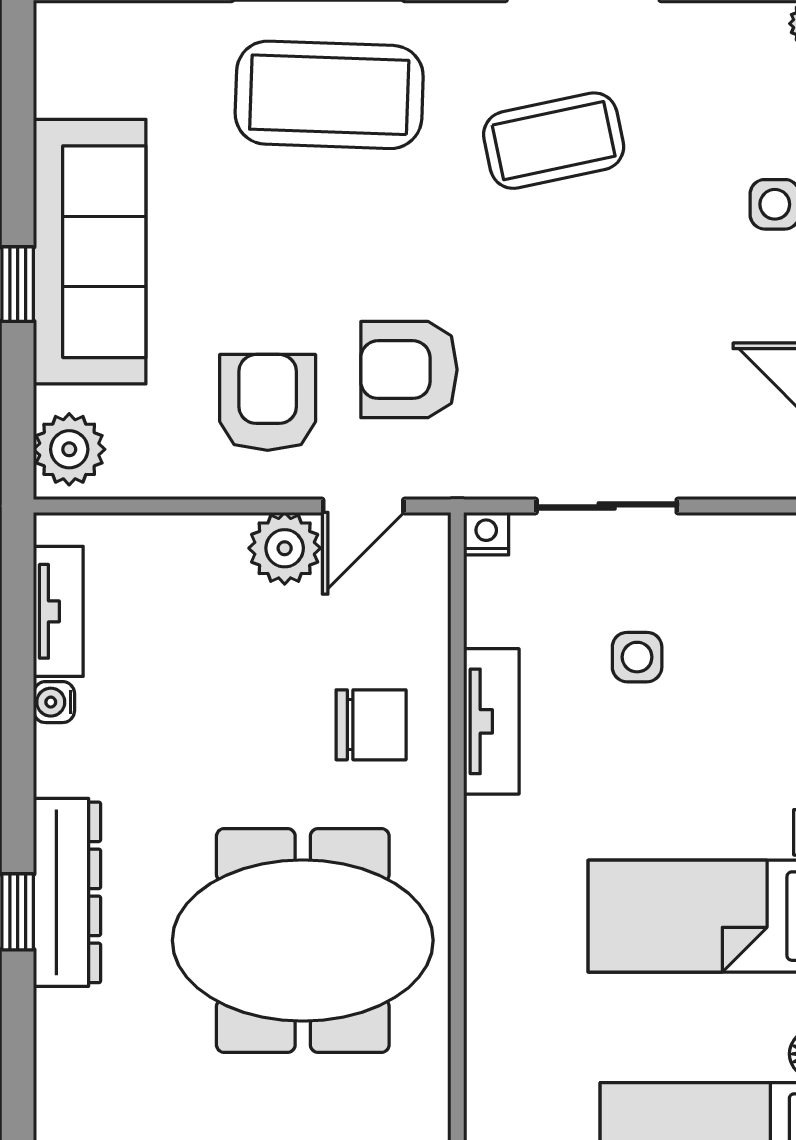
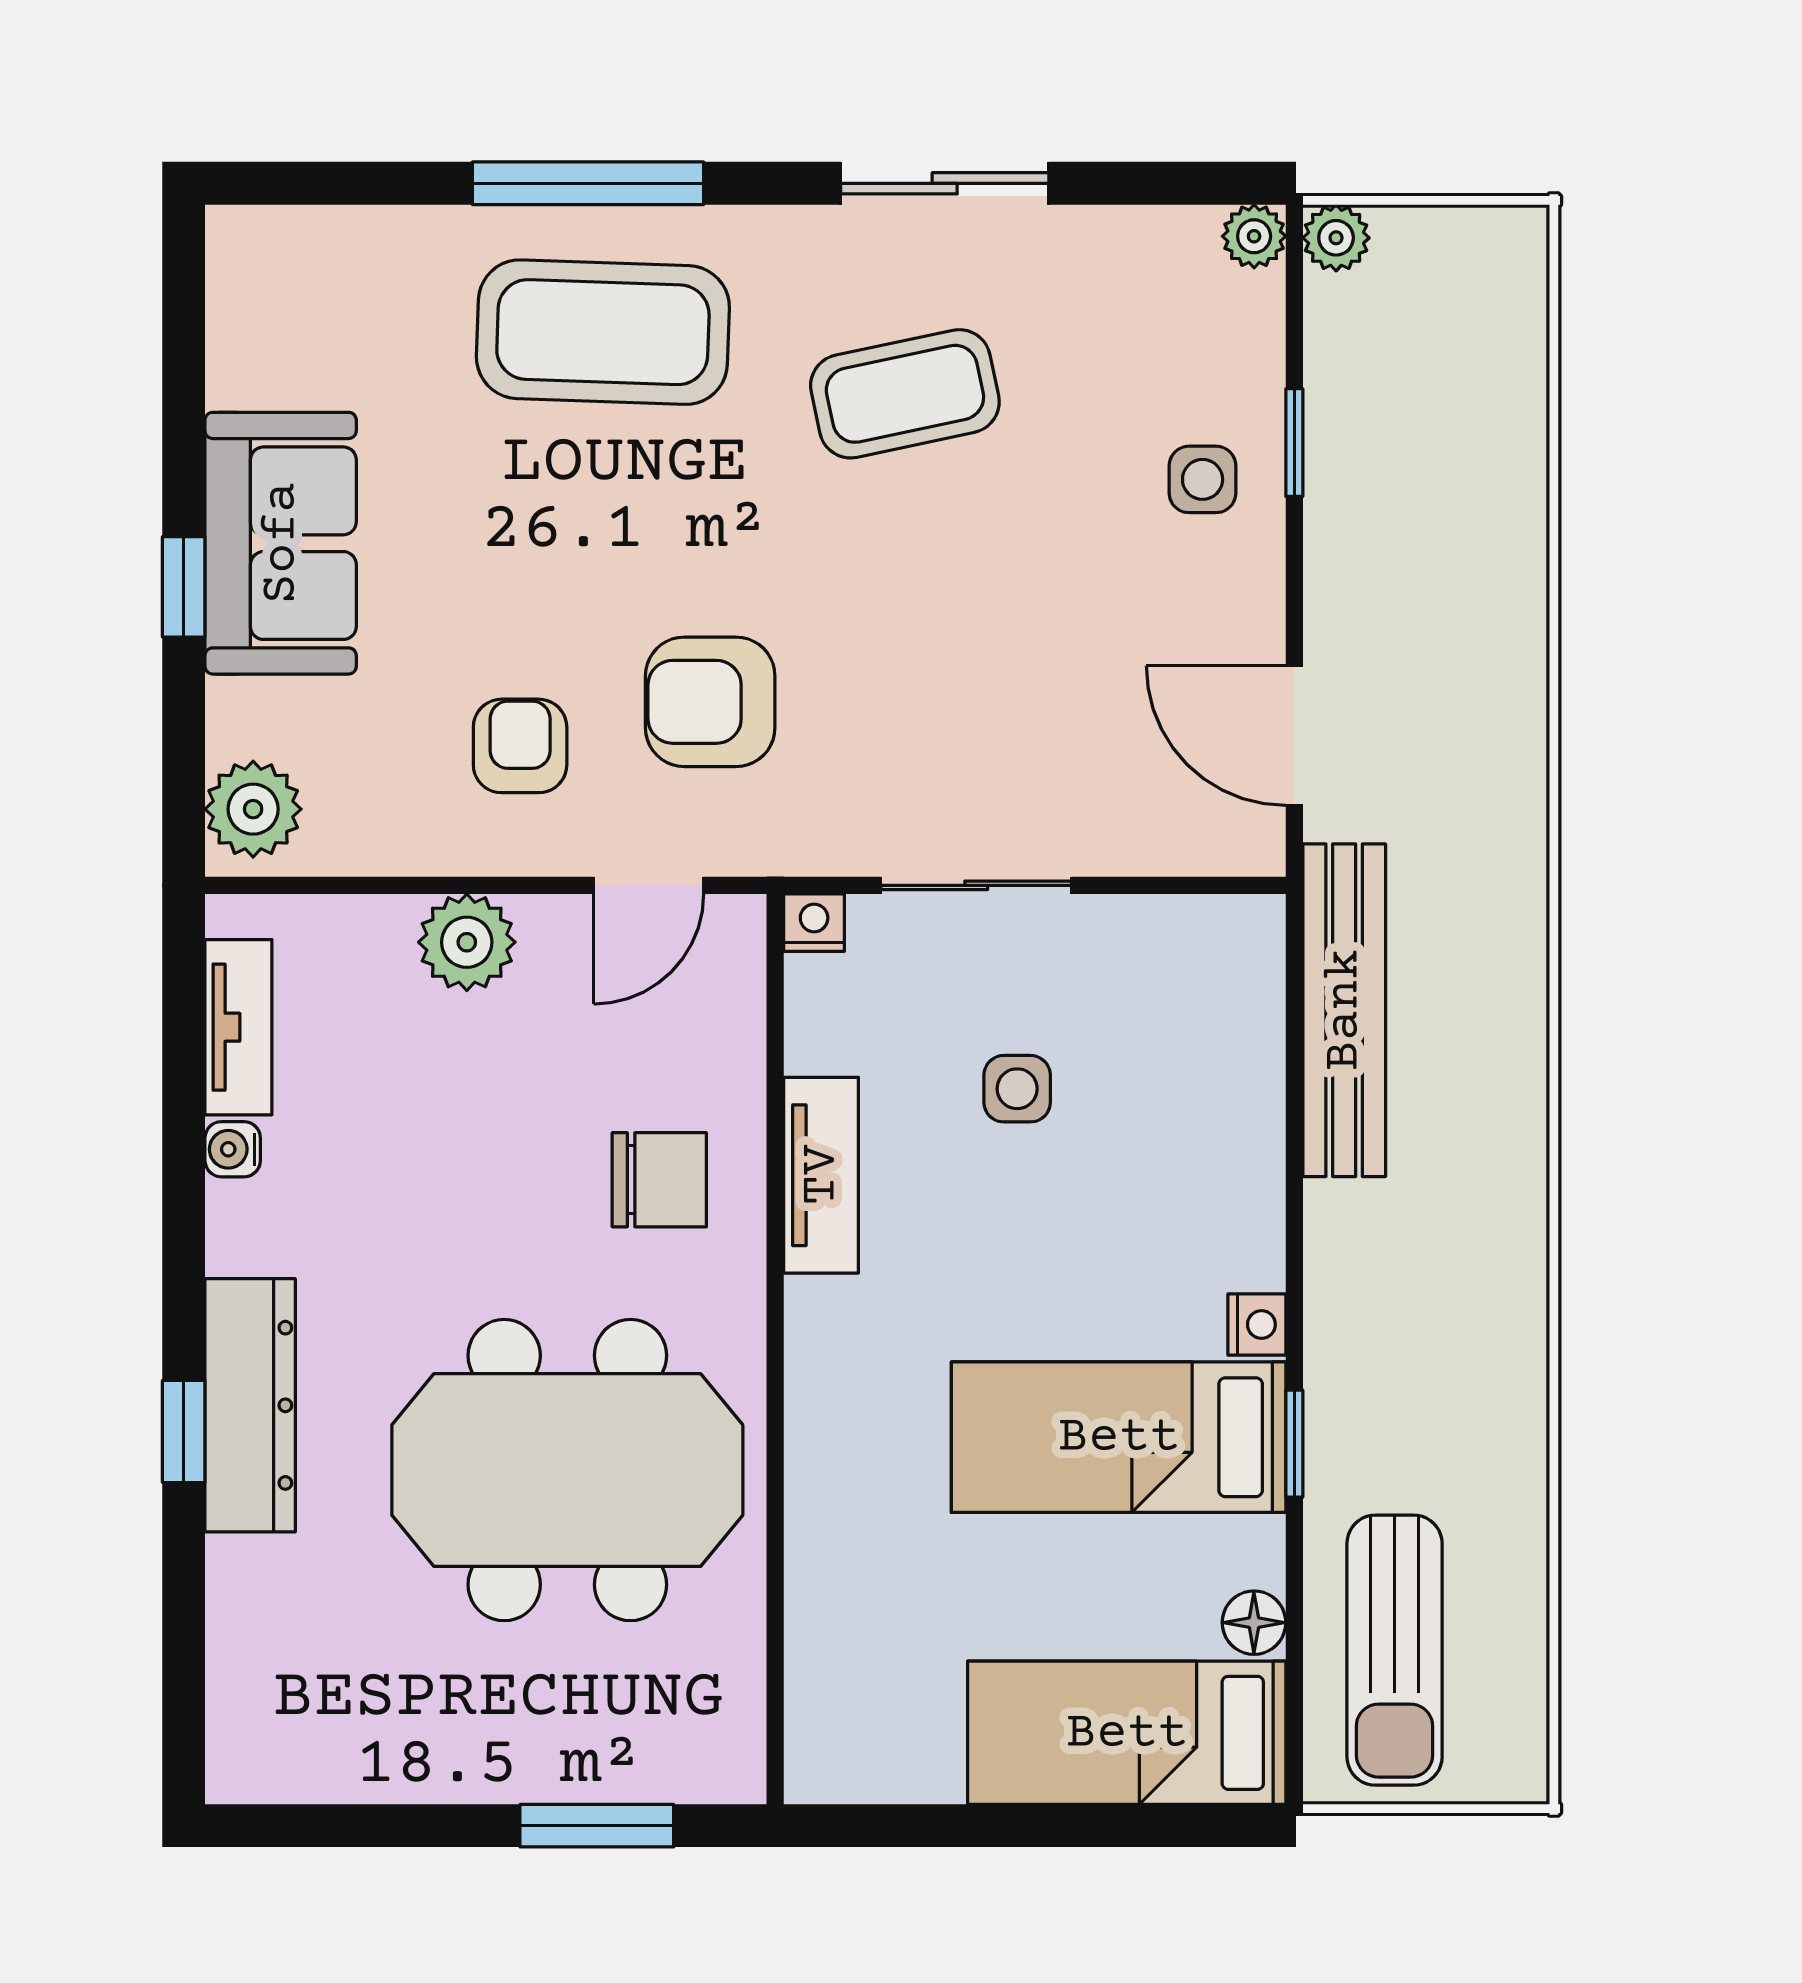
sofa: (90, 252) -> (281, 543), width x0.73
armchair: (268, 402) -> (520, 746), width x0.72, depth x0.72
plant: (285, 548) -> (467, 942), moved

